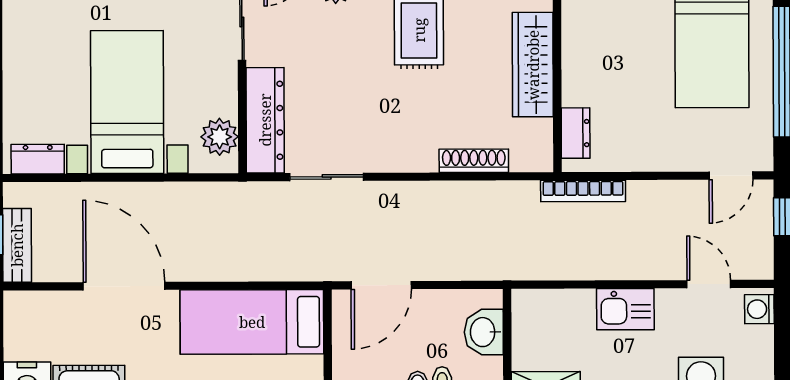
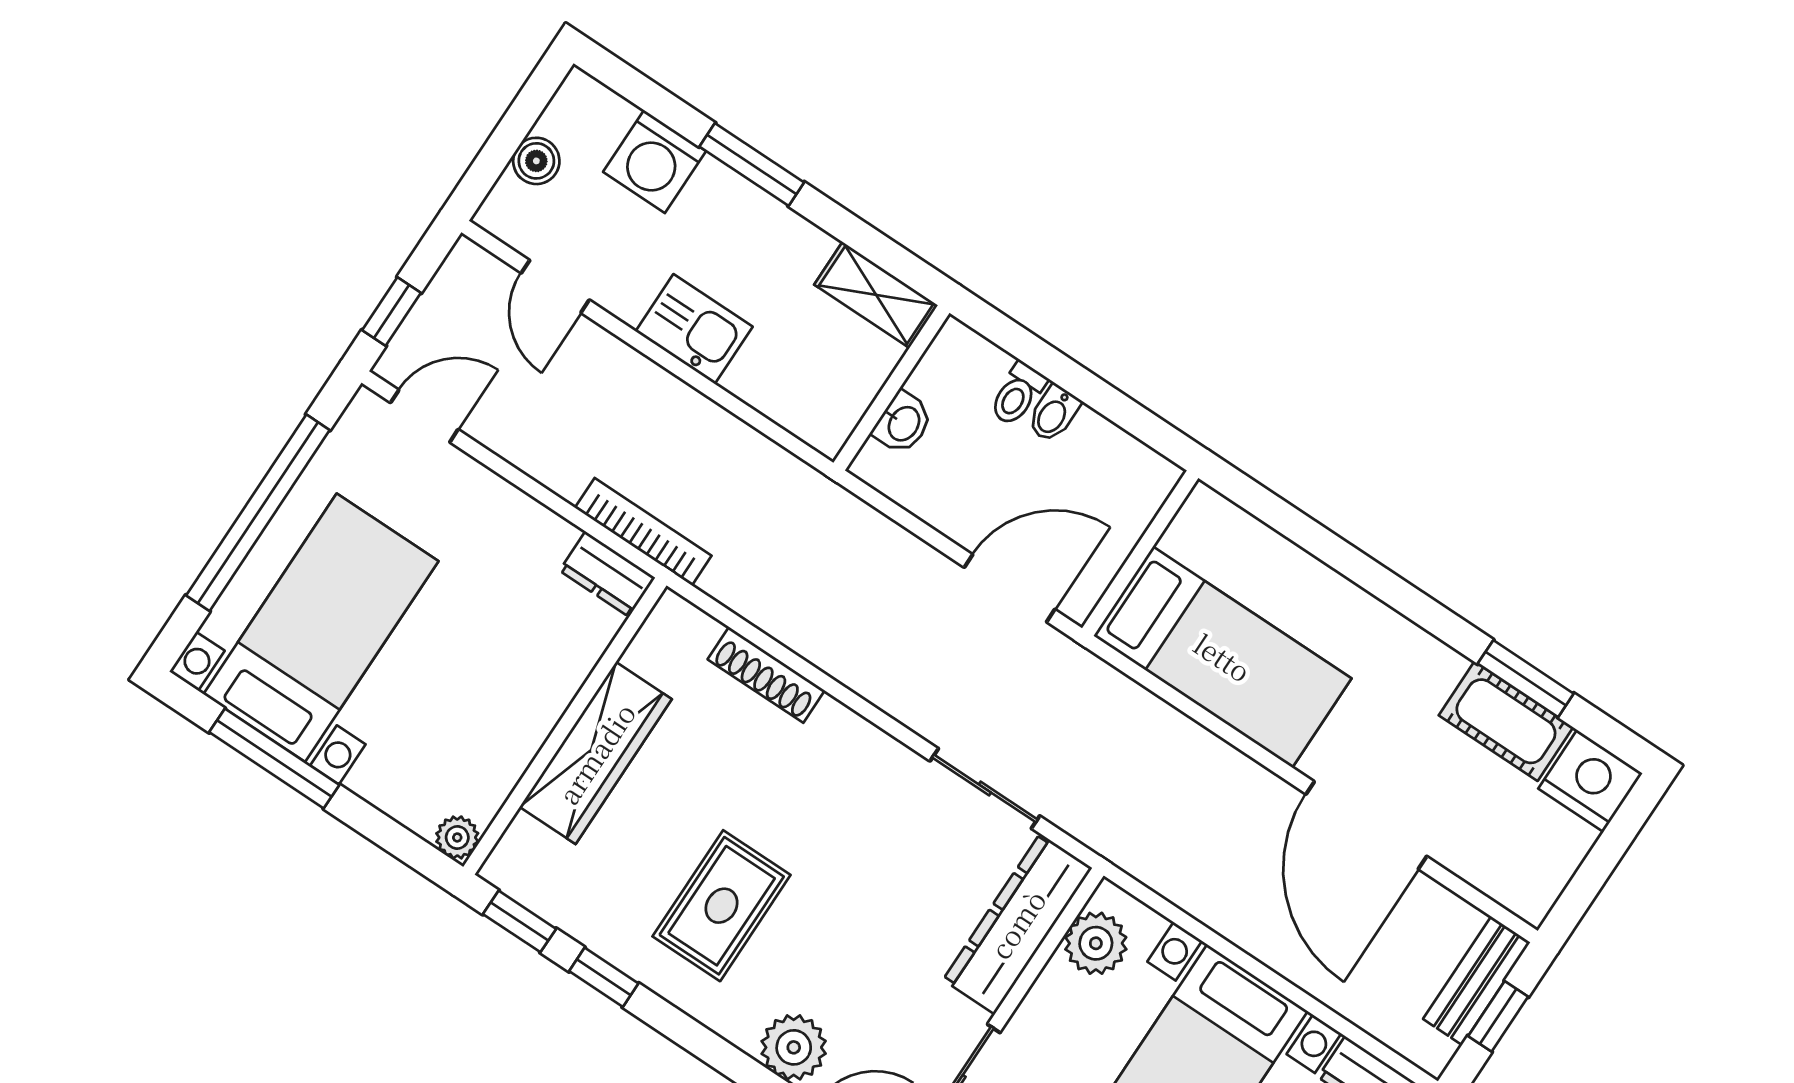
dresser: (576, 133) -> (607, 574), moved, turned -90
washing machine: (759, 309) -> (509, 205), removed
washbasin: (484, 332) -> (903, 423), width x0.72, depth x0.69
boiler: (760, 340) -> (536, 161), added

